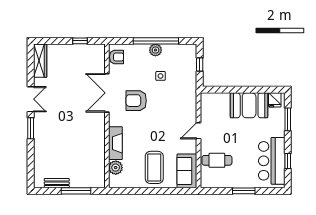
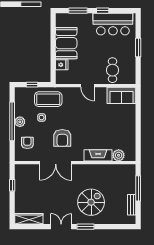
armchair: (117, 57) -> (27, 143), moved
fridge: (275, 100) -> (62, 65), moved
spiral stairs: (60, 135) -> (91, 202), added
window: (288, 161) -> (103, 11), moved
coffee table: (154, 167) -> (48, 99), moved

